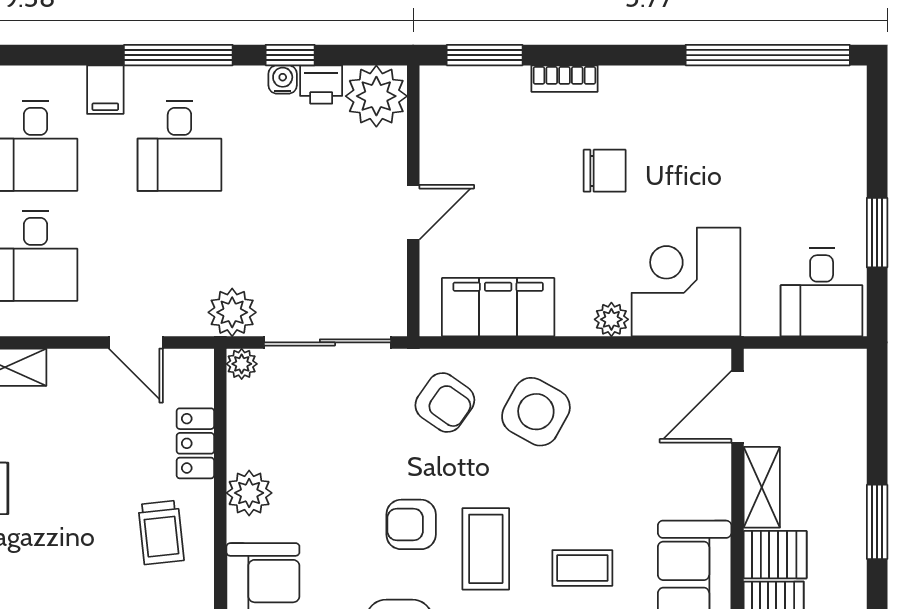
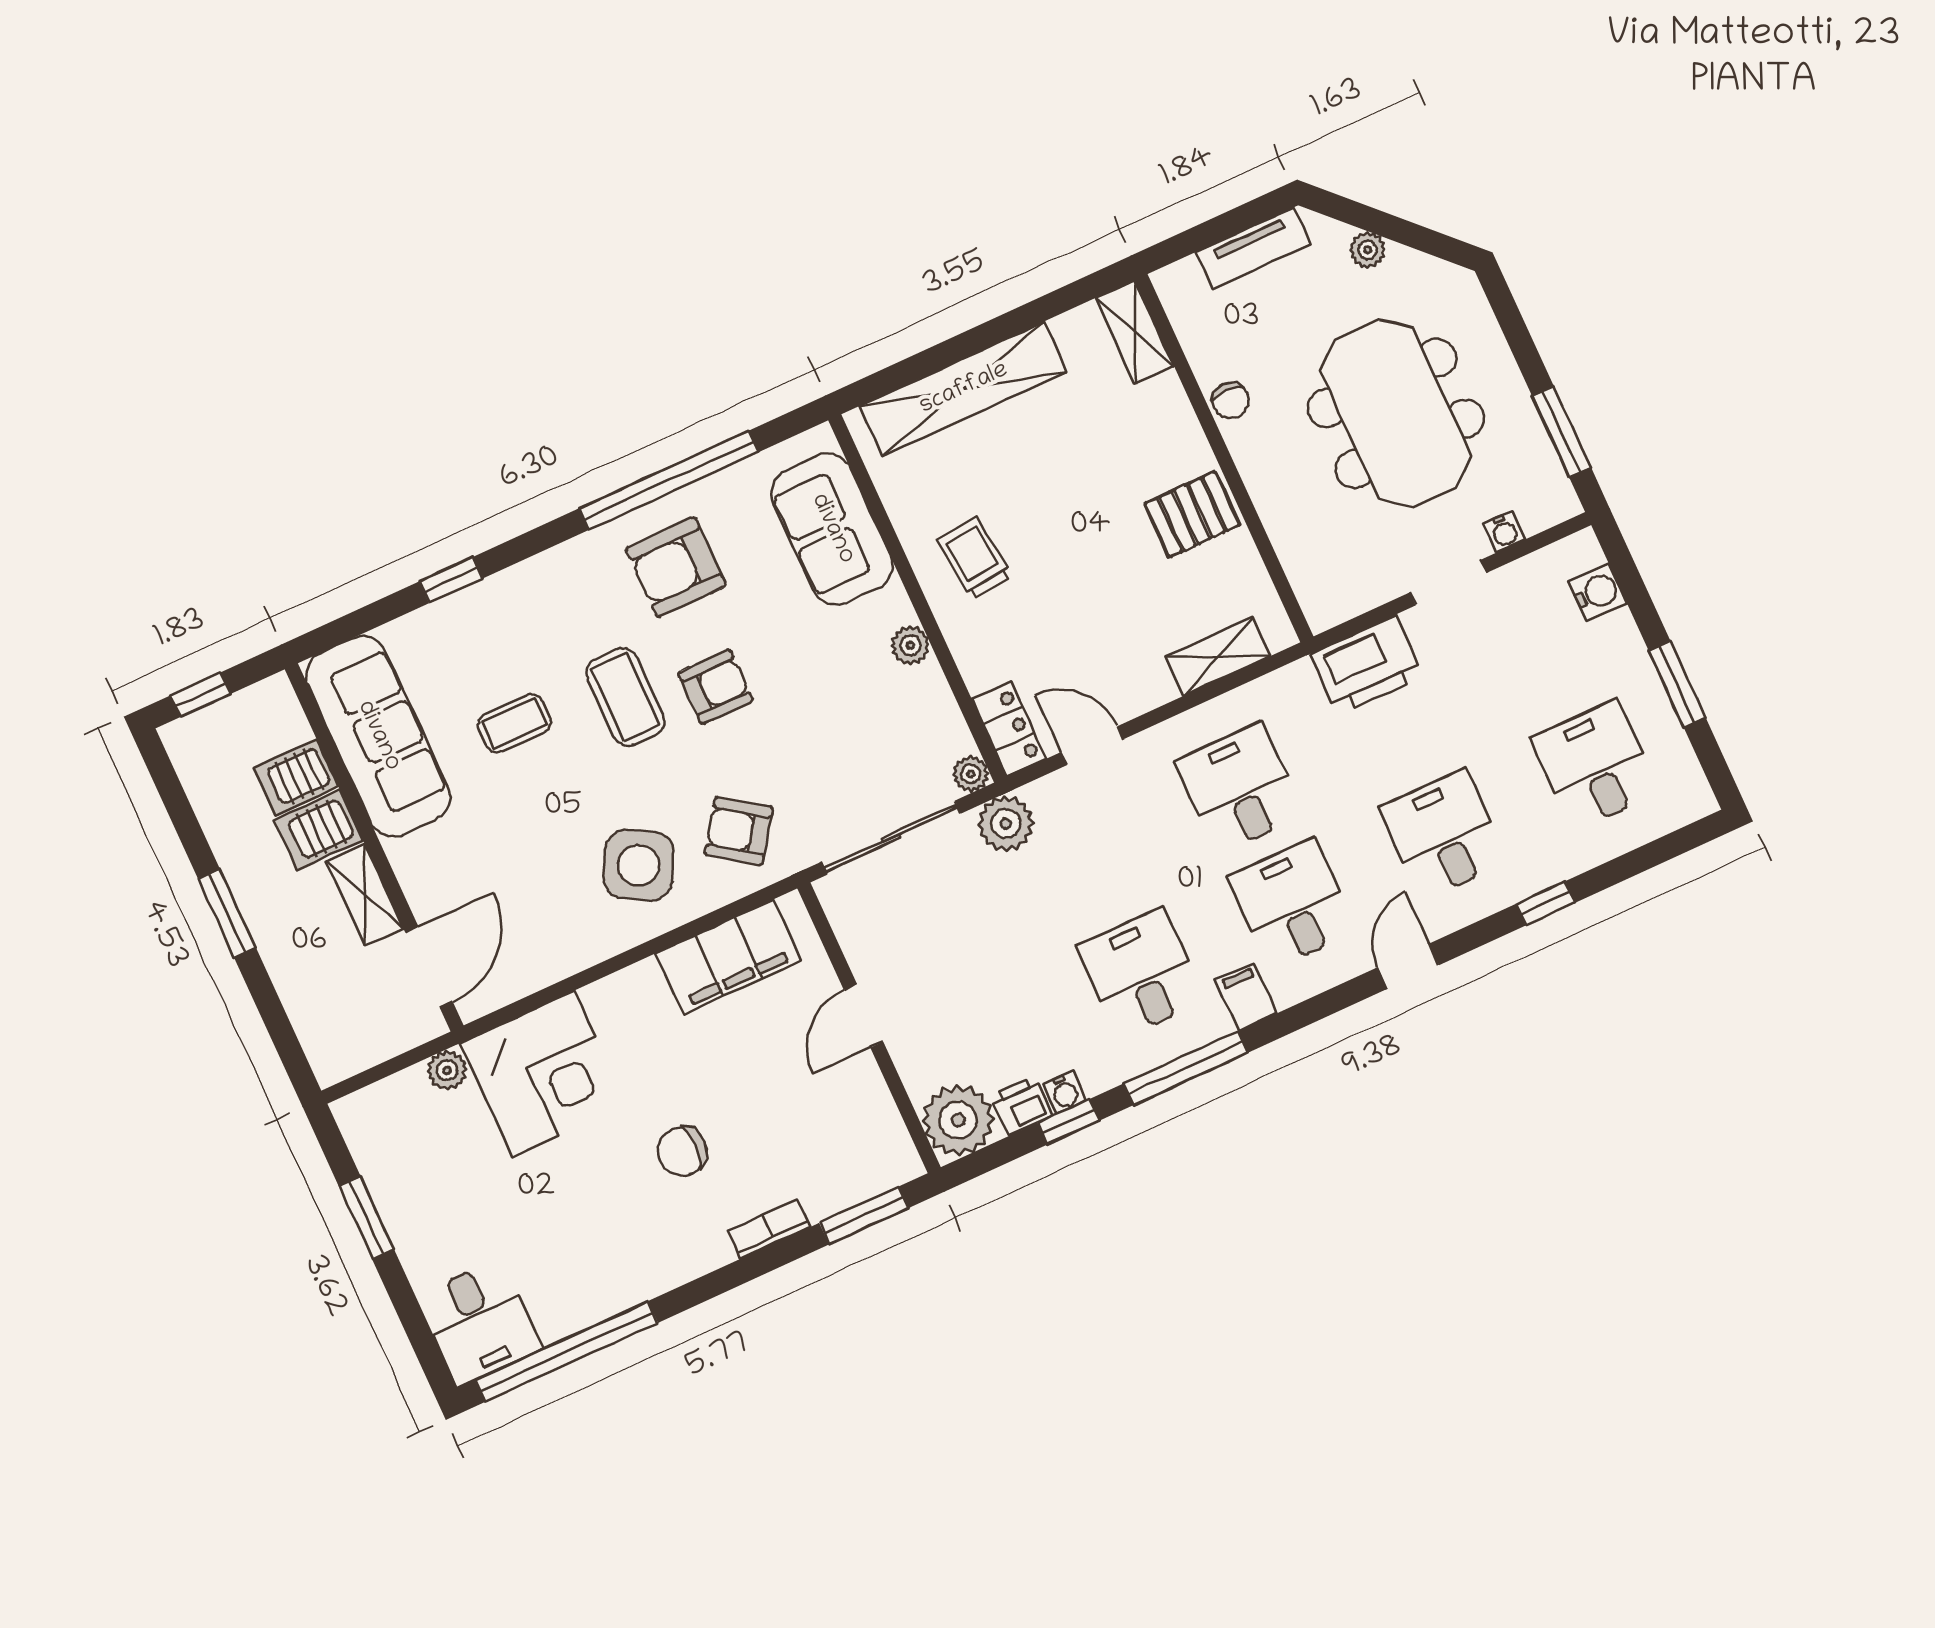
desk: (822, 292) -> (479, 1322), moved, turned 180
plant: (611, 319) -> (447, 1070), moved
locker: (195, 443) -> (1009, 729), moved
plant: (249, 493) -> (910, 645), width x0.73, depth x0.73

